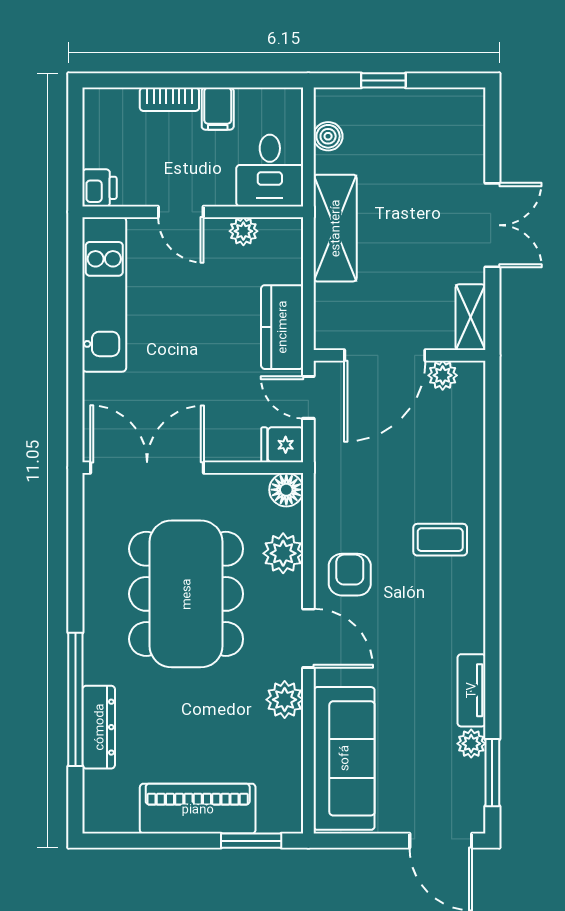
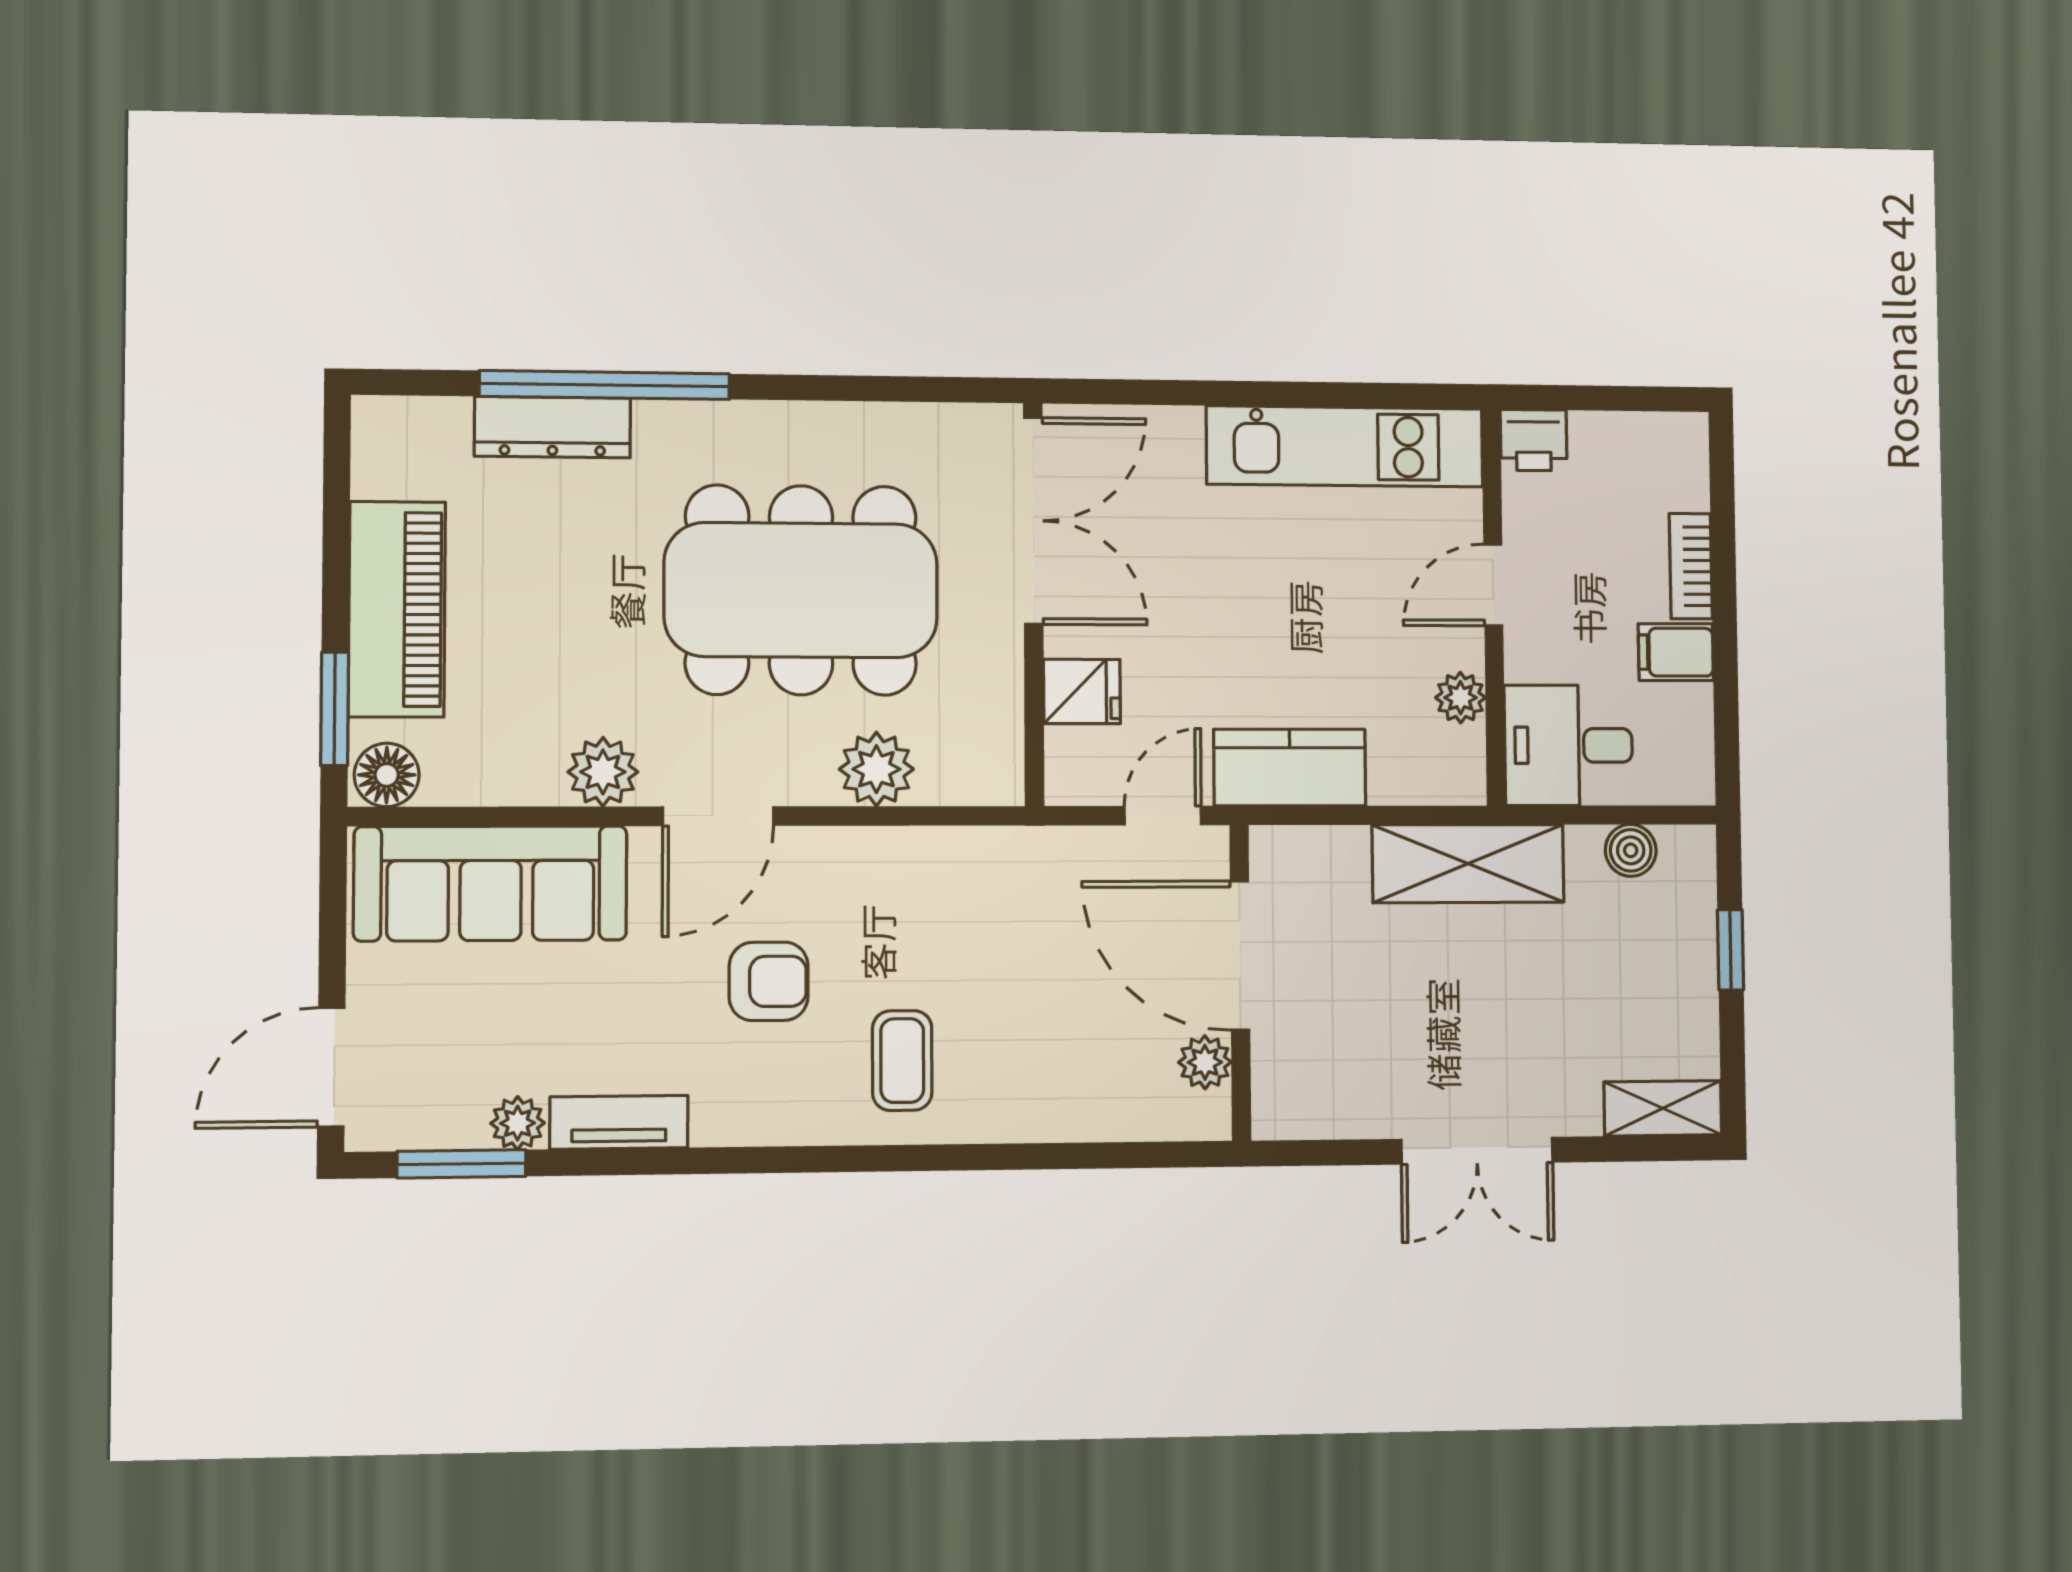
shelving: (470, 317) -> (1663, 1108), moved
fridge: (282, 445) -> (1082, 691), moved, turned 90
floor lamp: (286, 490) -> (387, 775), moved
armchair: (350, 575) -> (769, 981), moved

